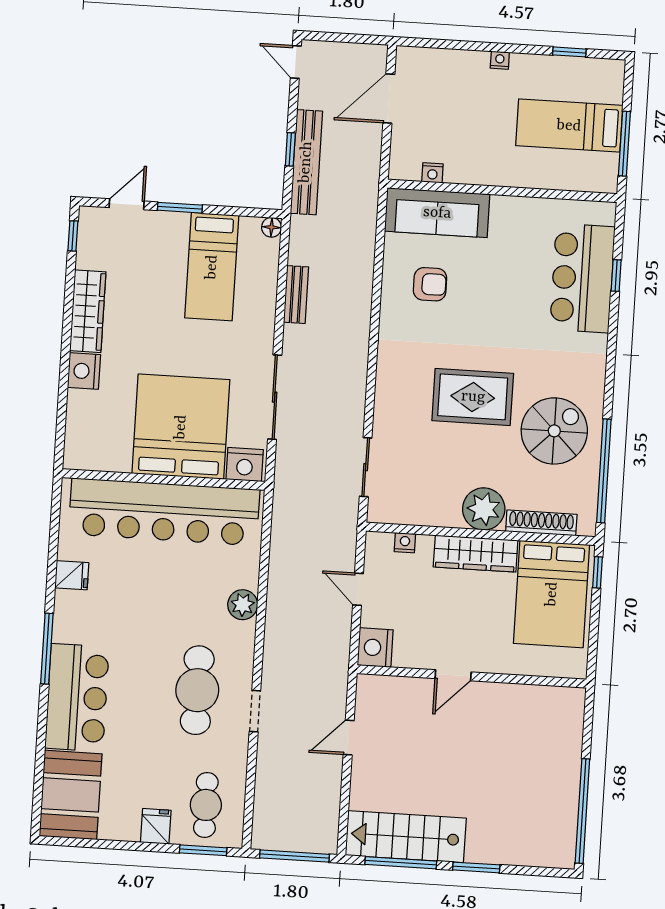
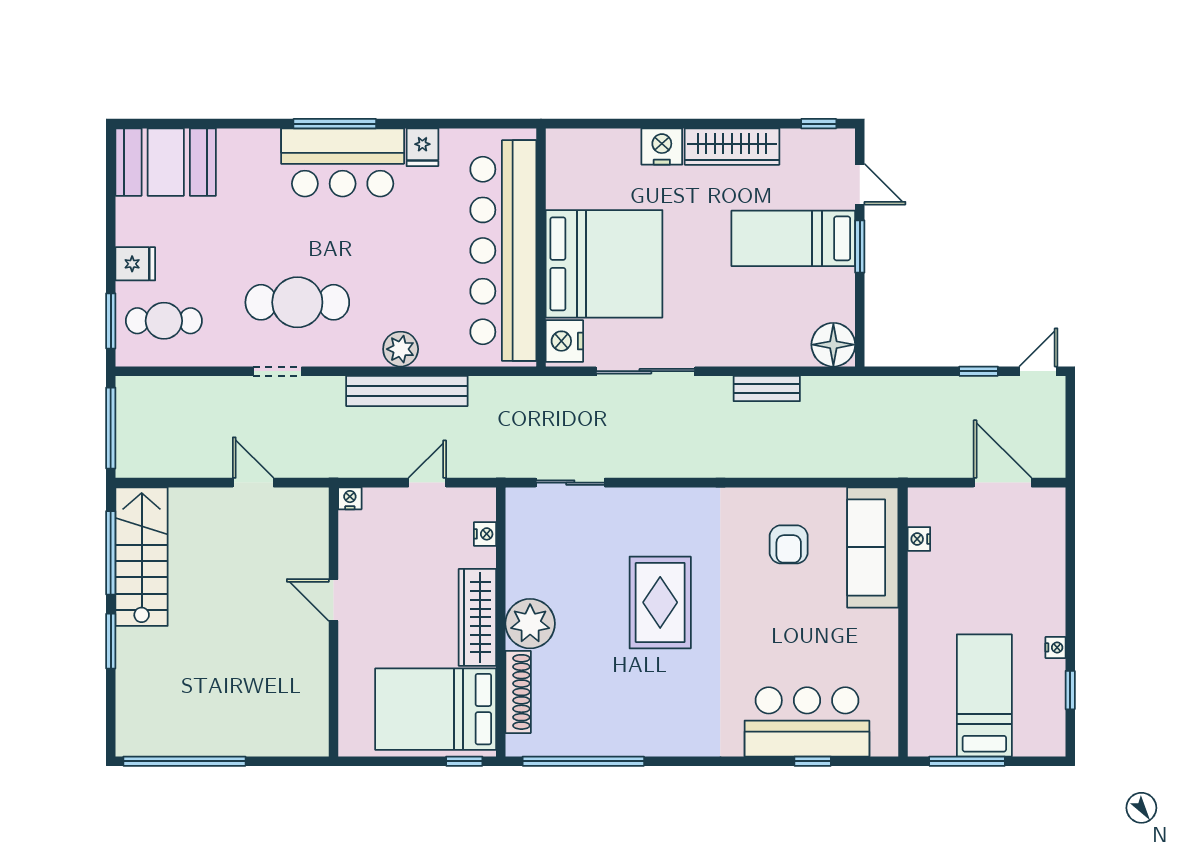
nightstand: (500, 60) -> (1056, 647), moved
window: (290, 149) -> (979, 371), moved
bench: (306, 162) -> (407, 391), moved
floor lamp: (271, 227) -> (833, 345), width x1.89, depth x1.89
bed: (212, 267) -> (793, 238), moved
spiral stairs: (554, 431) -> (626, 700), removed
nightstand: (375, 648) -> (350, 498), width x0.53, depth x0.56
bar counter: (77, 698) -> (343, 162), moved

